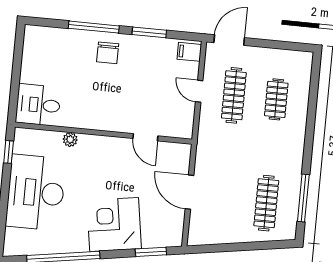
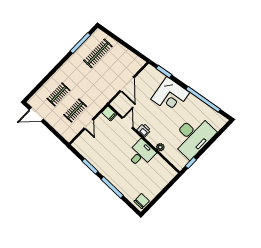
door: (229, 40) -> (36, 114), moved
filing cabinet: (189, 52) -> (109, 113), moved
chair: (108, 53) -> (142, 201), moved
clothes rail: (234, 95) -> (75, 111), width x0.73
desk: (38, 105) -> (141, 154), moved, turned -90
printer: (113, 145) -> (144, 130), added

